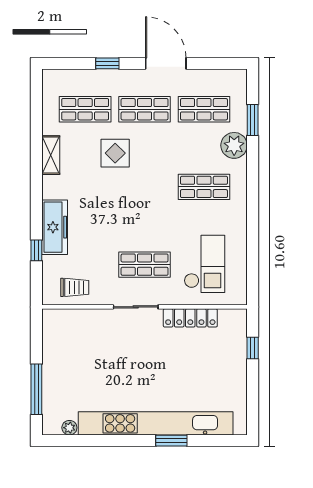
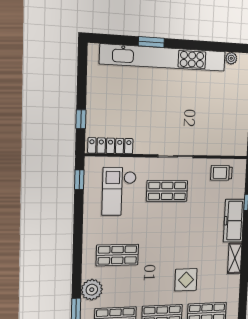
shelving: (51, 155) -> (235, 258), moved
window: (253, 278) -> (79, 180), added
locker: (190, 318) -> (110, 146), moved

